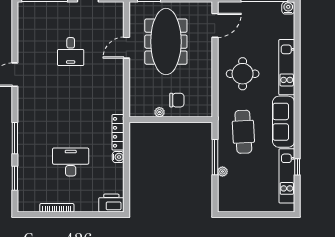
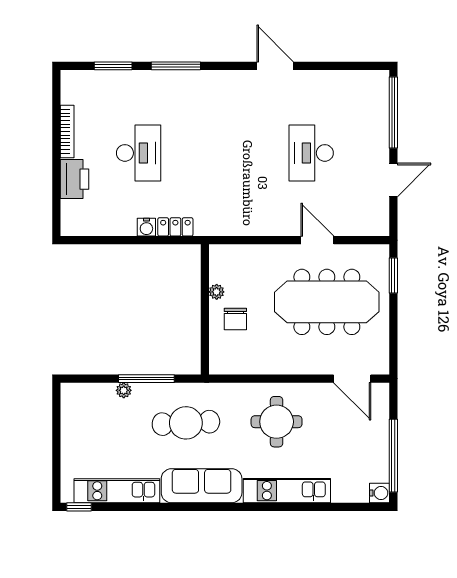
desk: (71, 52) -> (311, 153), width x1.37
locker: (118, 132) -> (175, 227), width x0.66
window: (297, 167) -> (79, 507), moved
printer: (111, 203) -> (75, 179), moved

